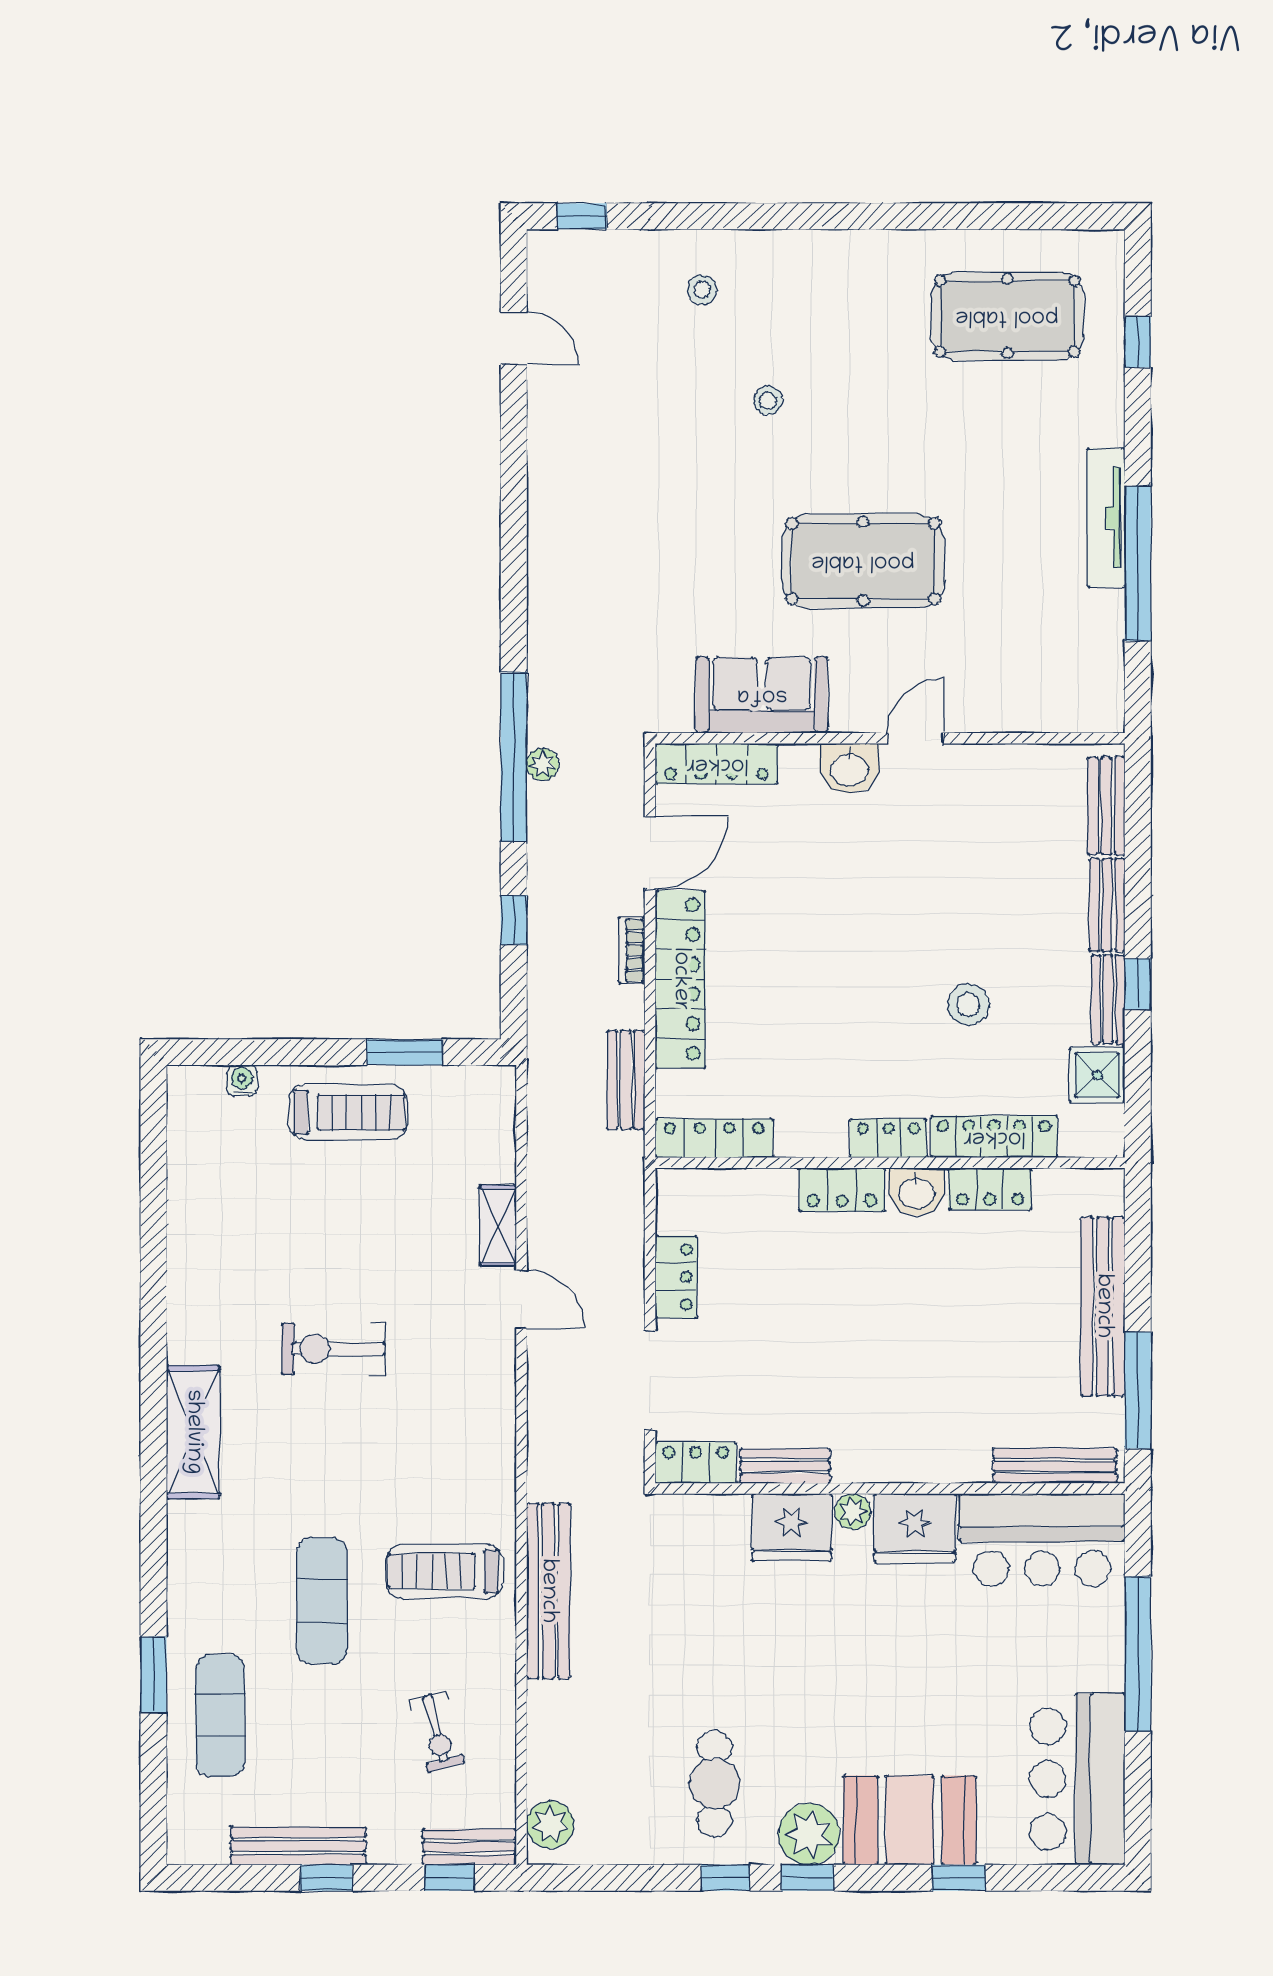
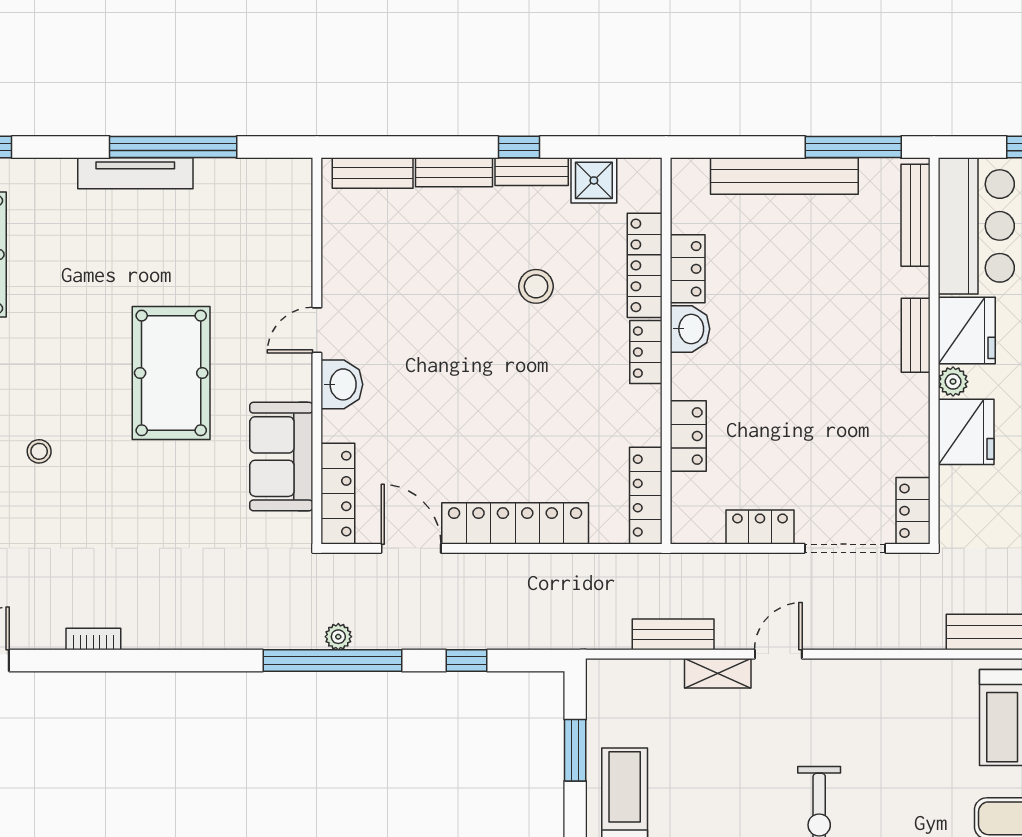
door: (915, 738) -> (317, 330), hinge flipped
bookcase: (632, 950) -> (93, 639), moved, turned 180
bench: (626, 1080) -> (673, 634), moved
locker: (842, 1190) -> (688, 436), moved
bench: (785, 1466) -> (916, 335), moved

